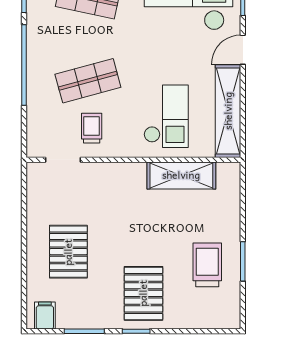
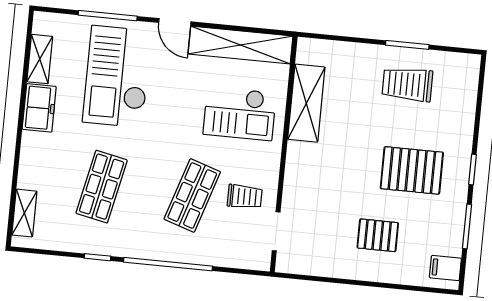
shop shelf: (88, 81) -> (192, 196), turned 33
checkout: (166, 116) -> (240, 113), turned 180
trolley: (92, 128) -> (245, 197), turned 180
pallet: (68, 252) -> (378, 235), width x0.67, depth x0.71
pallet: (143, 293) -> (412, 170), moved

